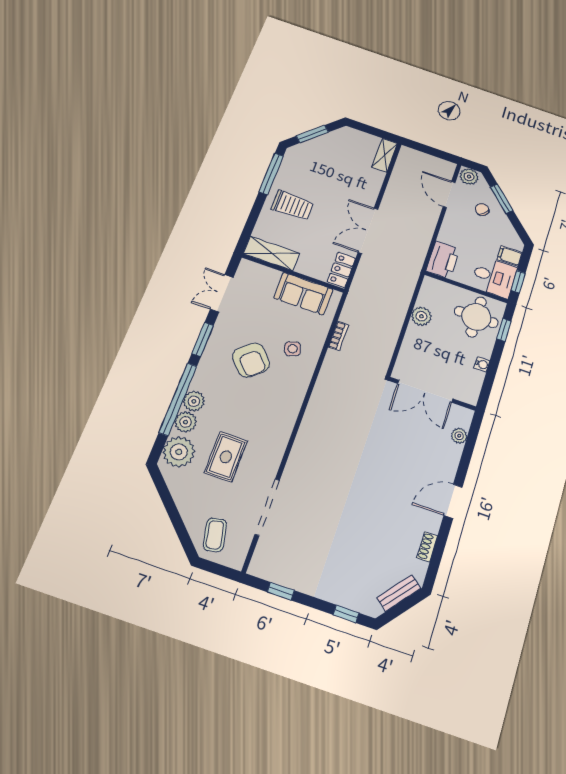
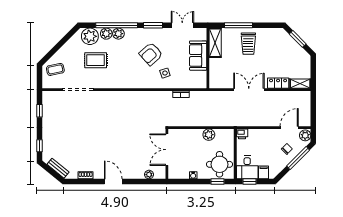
window: (271, 174) -> (238, 25), moved
window: (502, 199) -> (298, 158), width x1.44
printer: (443, 260) -> (242, 134), width x0.53, depth x0.68
locker: (341, 270) -> (278, 83), moved
sofa: (303, 294) -> (198, 56), moved

